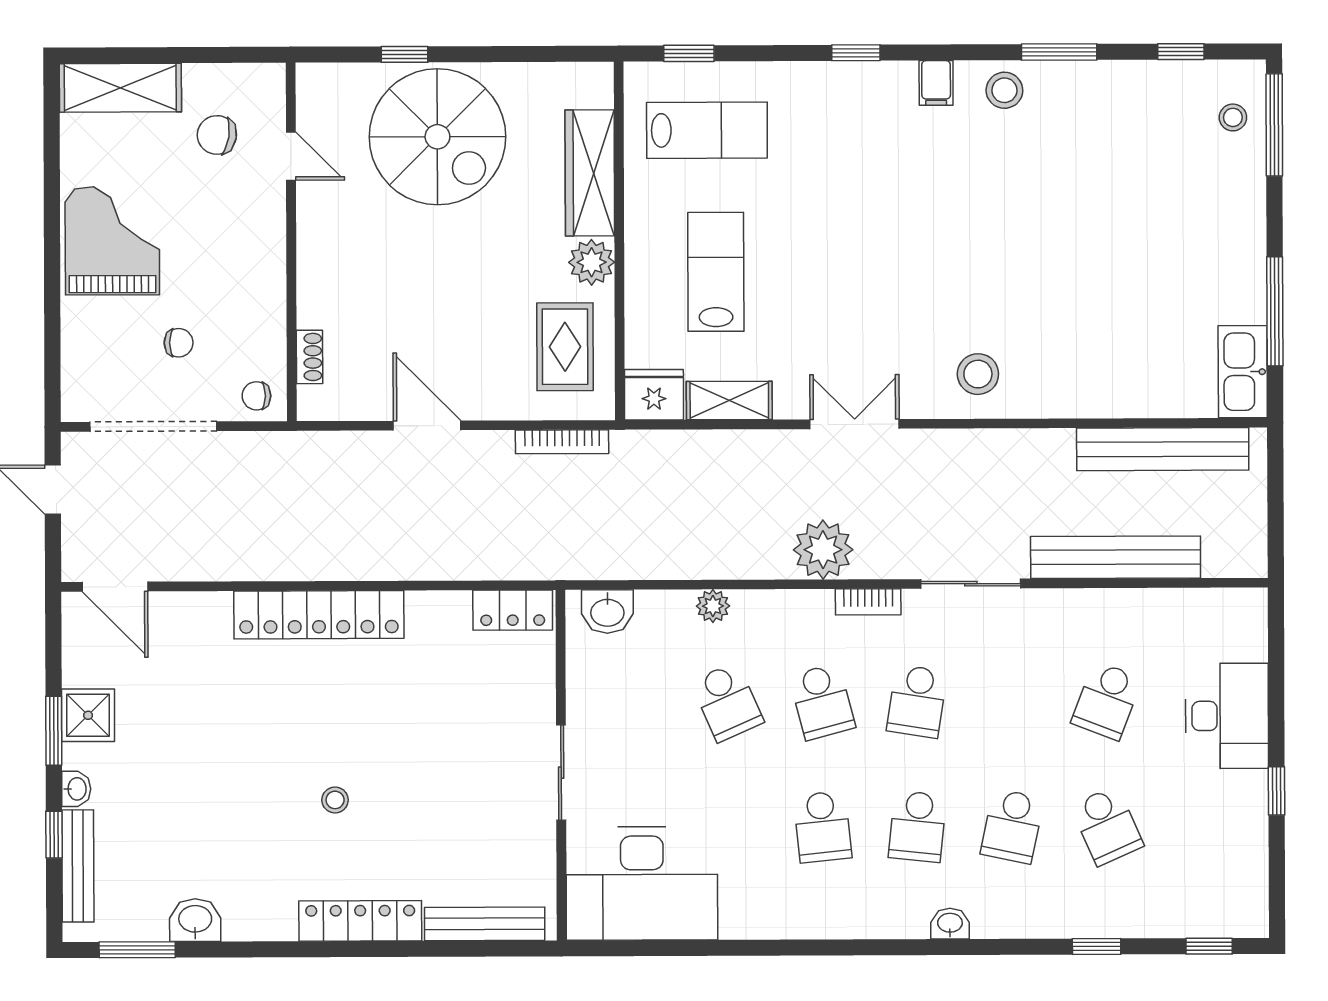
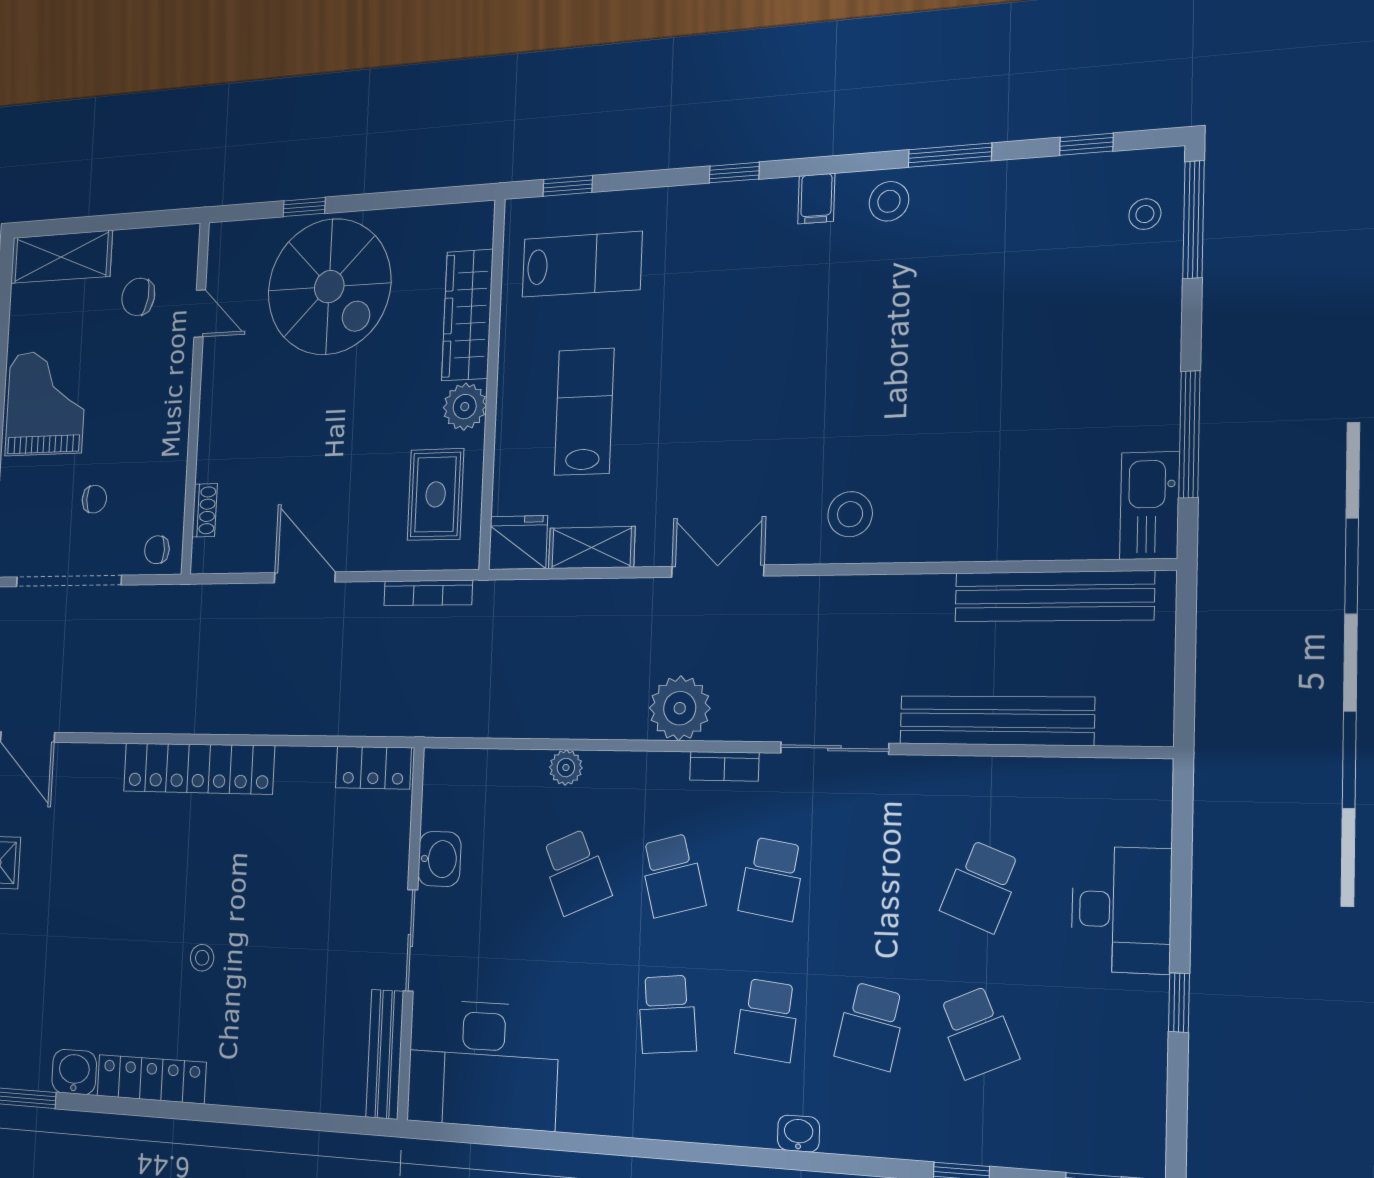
washbasin: (607, 611) -> (439, 859), moved, turned -90
locker: (360, 921) -> (151, 1079), moved
bench: (485, 924) -> (385, 1054), moved, turned 90

